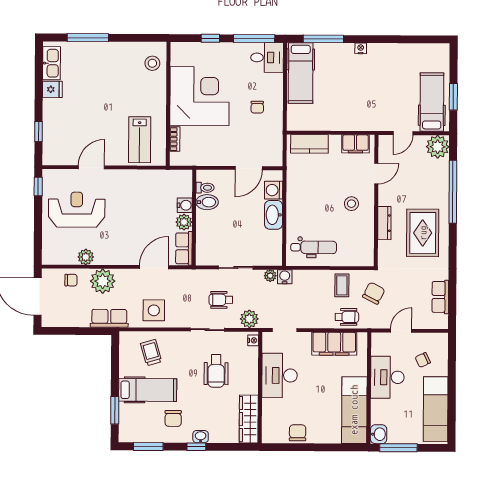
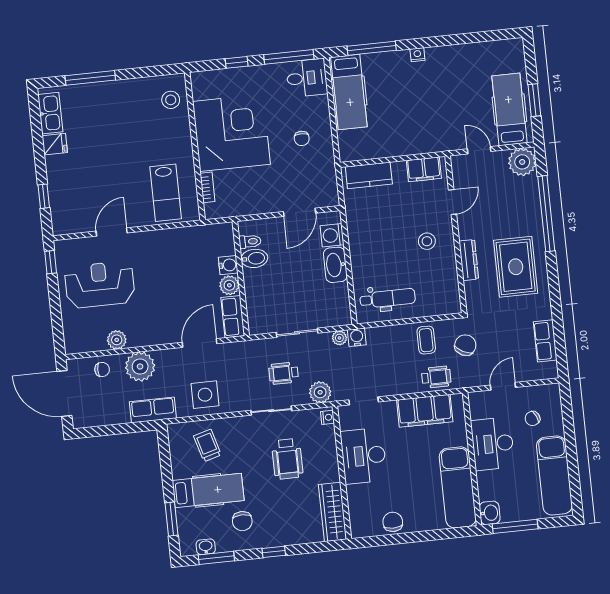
door: (403, 133) -> (479, 150), swing flipped
washbasin: (201, 437) -> (206, 547), moved

